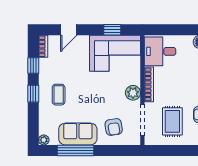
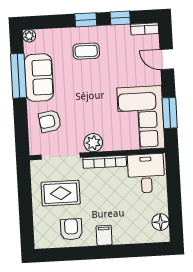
window: (112, 30) -> (170, 113), width x1.50

